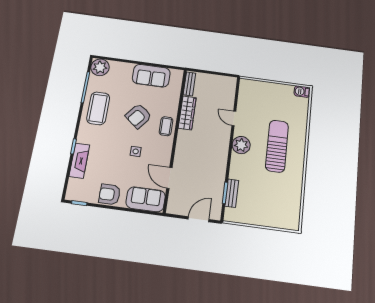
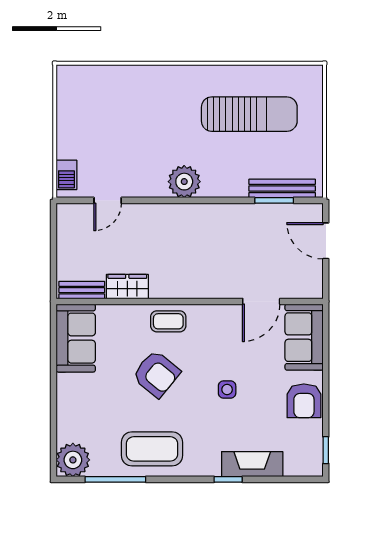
sofa: (151, 76) -> (76, 338), moved
barbecue: (302, 92) -> (66, 175), moved
wardrobe: (187, 113) -> (127, 287), width x0.67
door: (234, 118) -> (108, 200), moved
sun lounger: (277, 146) -> (249, 114), moved, turned 180
side table: (136, 151) -> (227, 390), moved
bench: (232, 193) -> (282, 188), width x1.36

